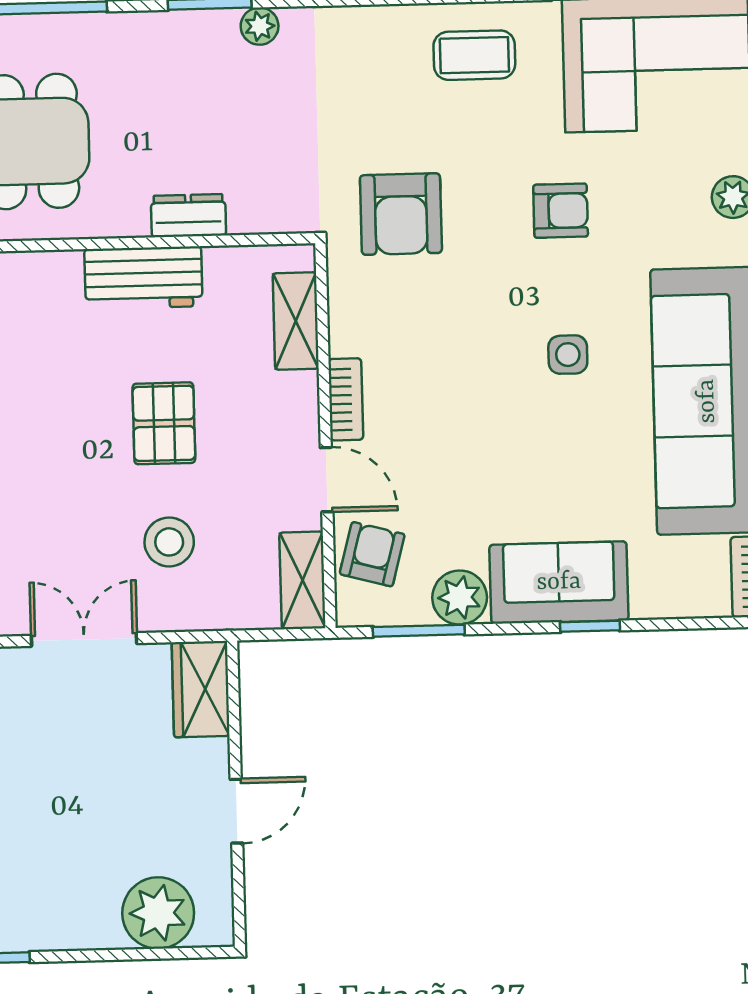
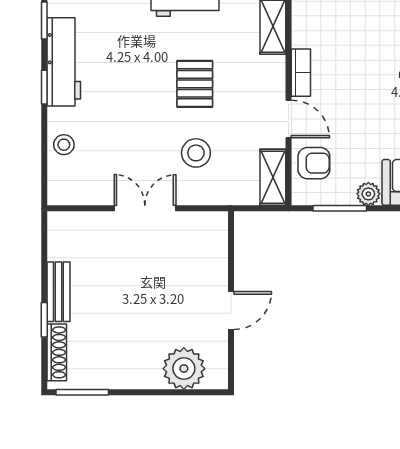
armchair: (372, 554) -> (314, 163), turned 75
plant: (460, 598) -> (368, 194), width x0.73, depth x0.73
wardrobe: (201, 689) -> (212, 239), removed

